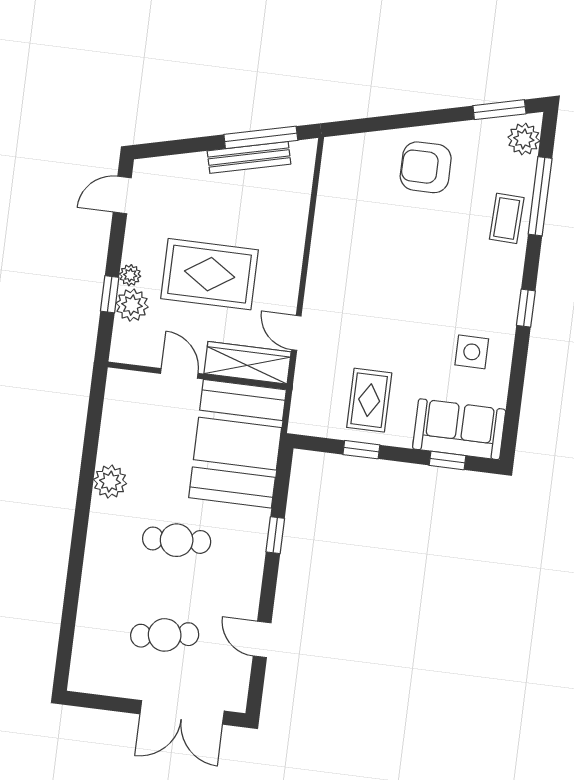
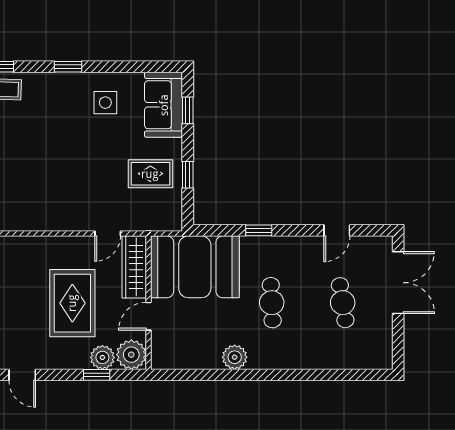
plant: (130, 275) -> (131, 355), moved, width x1.88, depth x1.88

